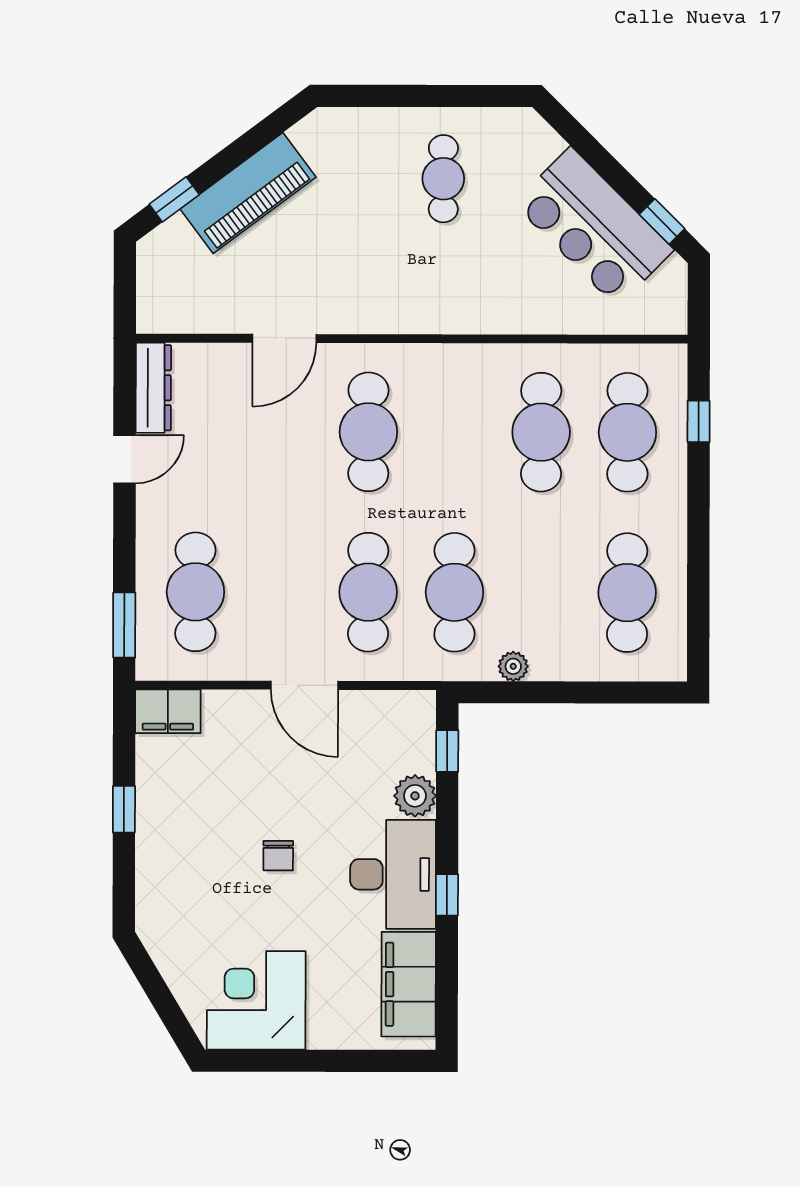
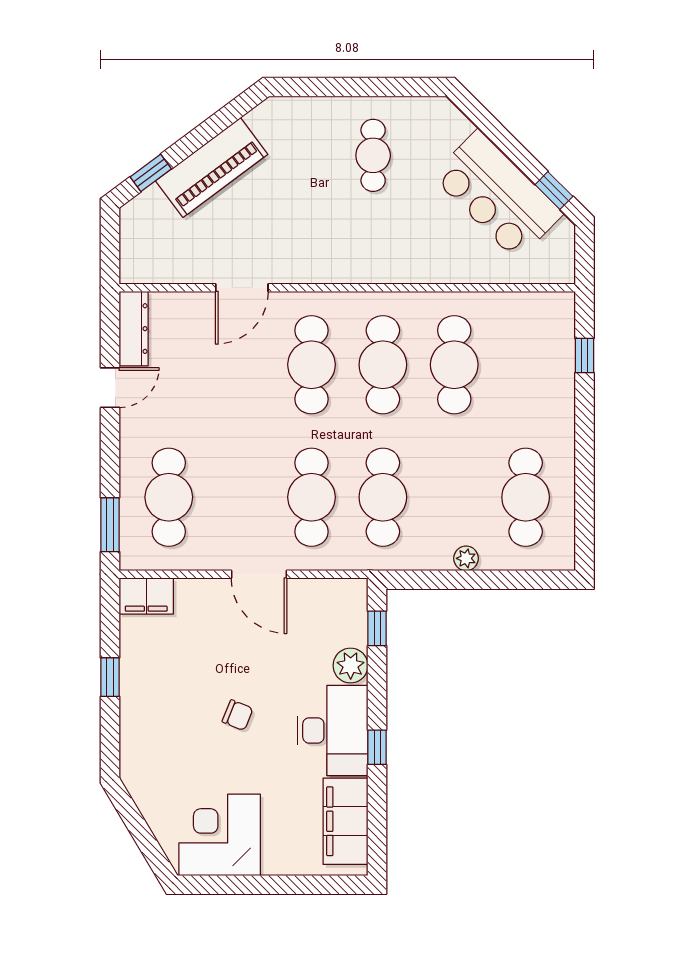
cafe table: (627, 432) -> (383, 365), moved
plant: (513, 666) -> (466, 558), moved
chair: (278, 856) -> (238, 715), turned -68

